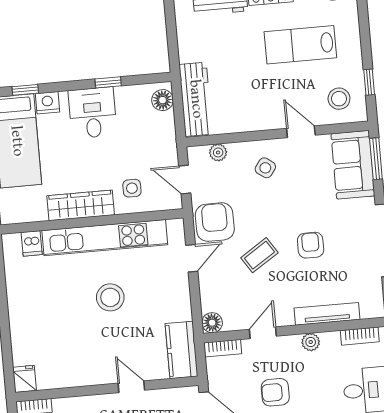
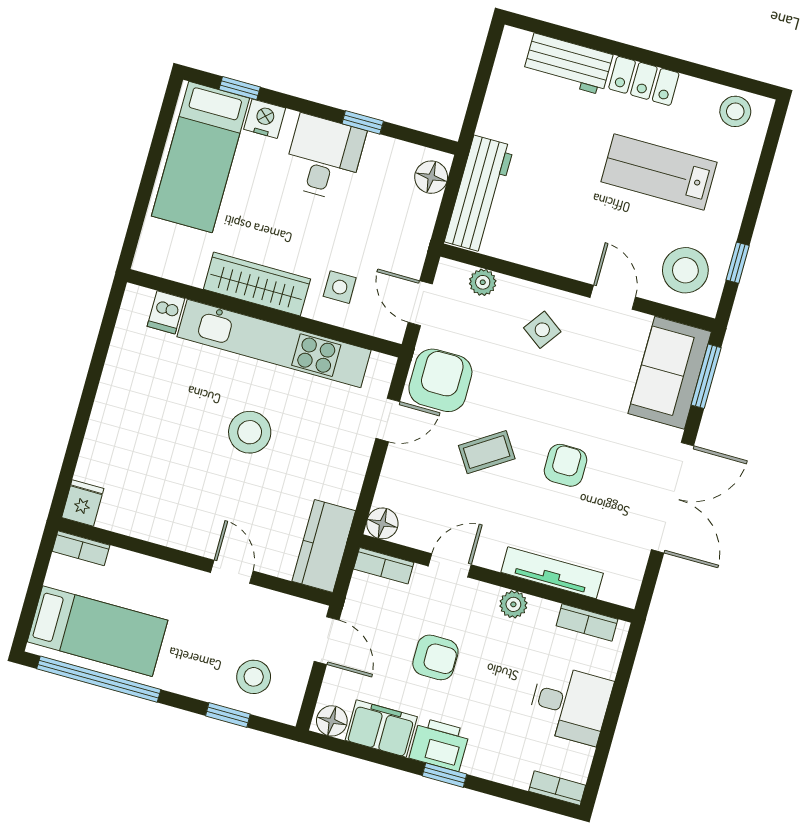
stool: (339, 99) -> (685, 270), width x1.38, depth x1.38
armchair: (275, 392) -> (435, 657), turned 180

